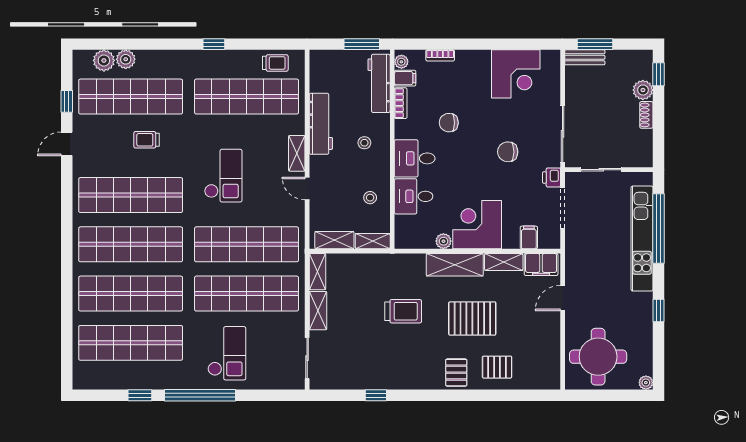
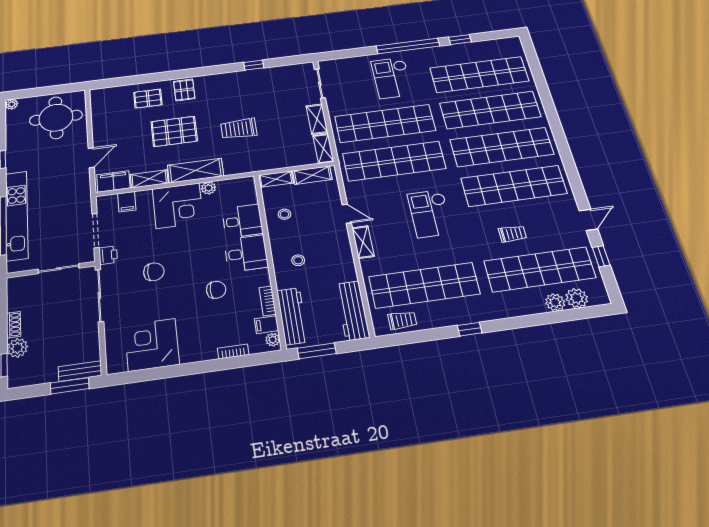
trolley: (275, 63) -> (402, 320), turned 180
workbench: (321, 124) -> (352, 311), moved

